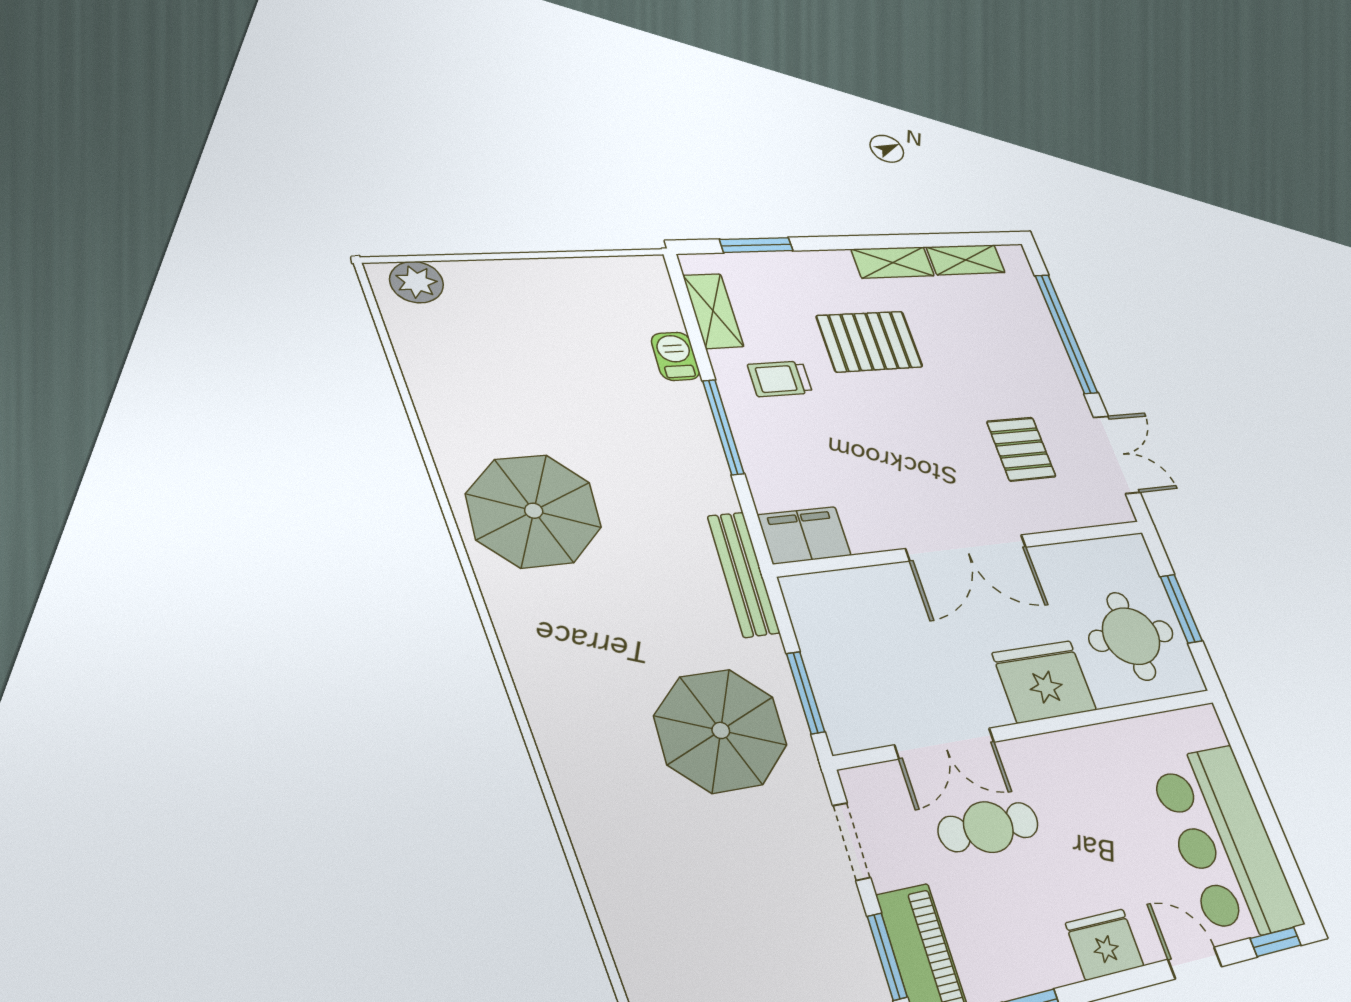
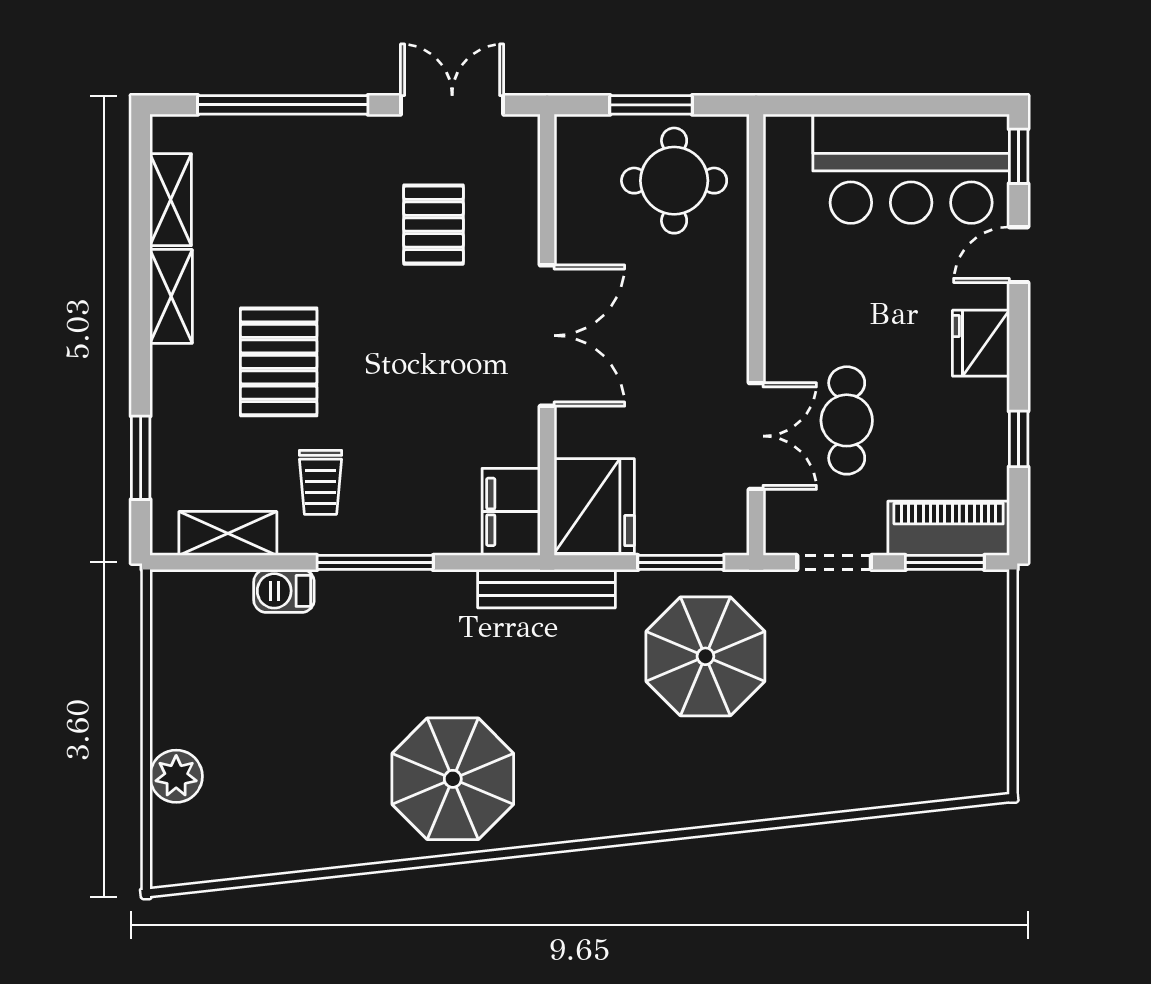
plant: (417, 282) -> (176, 776), moved
pallet: (1021, 449) -> (433, 225), turned 90
fridge: (1044, 681) -> (594, 506), moved, turned 180

